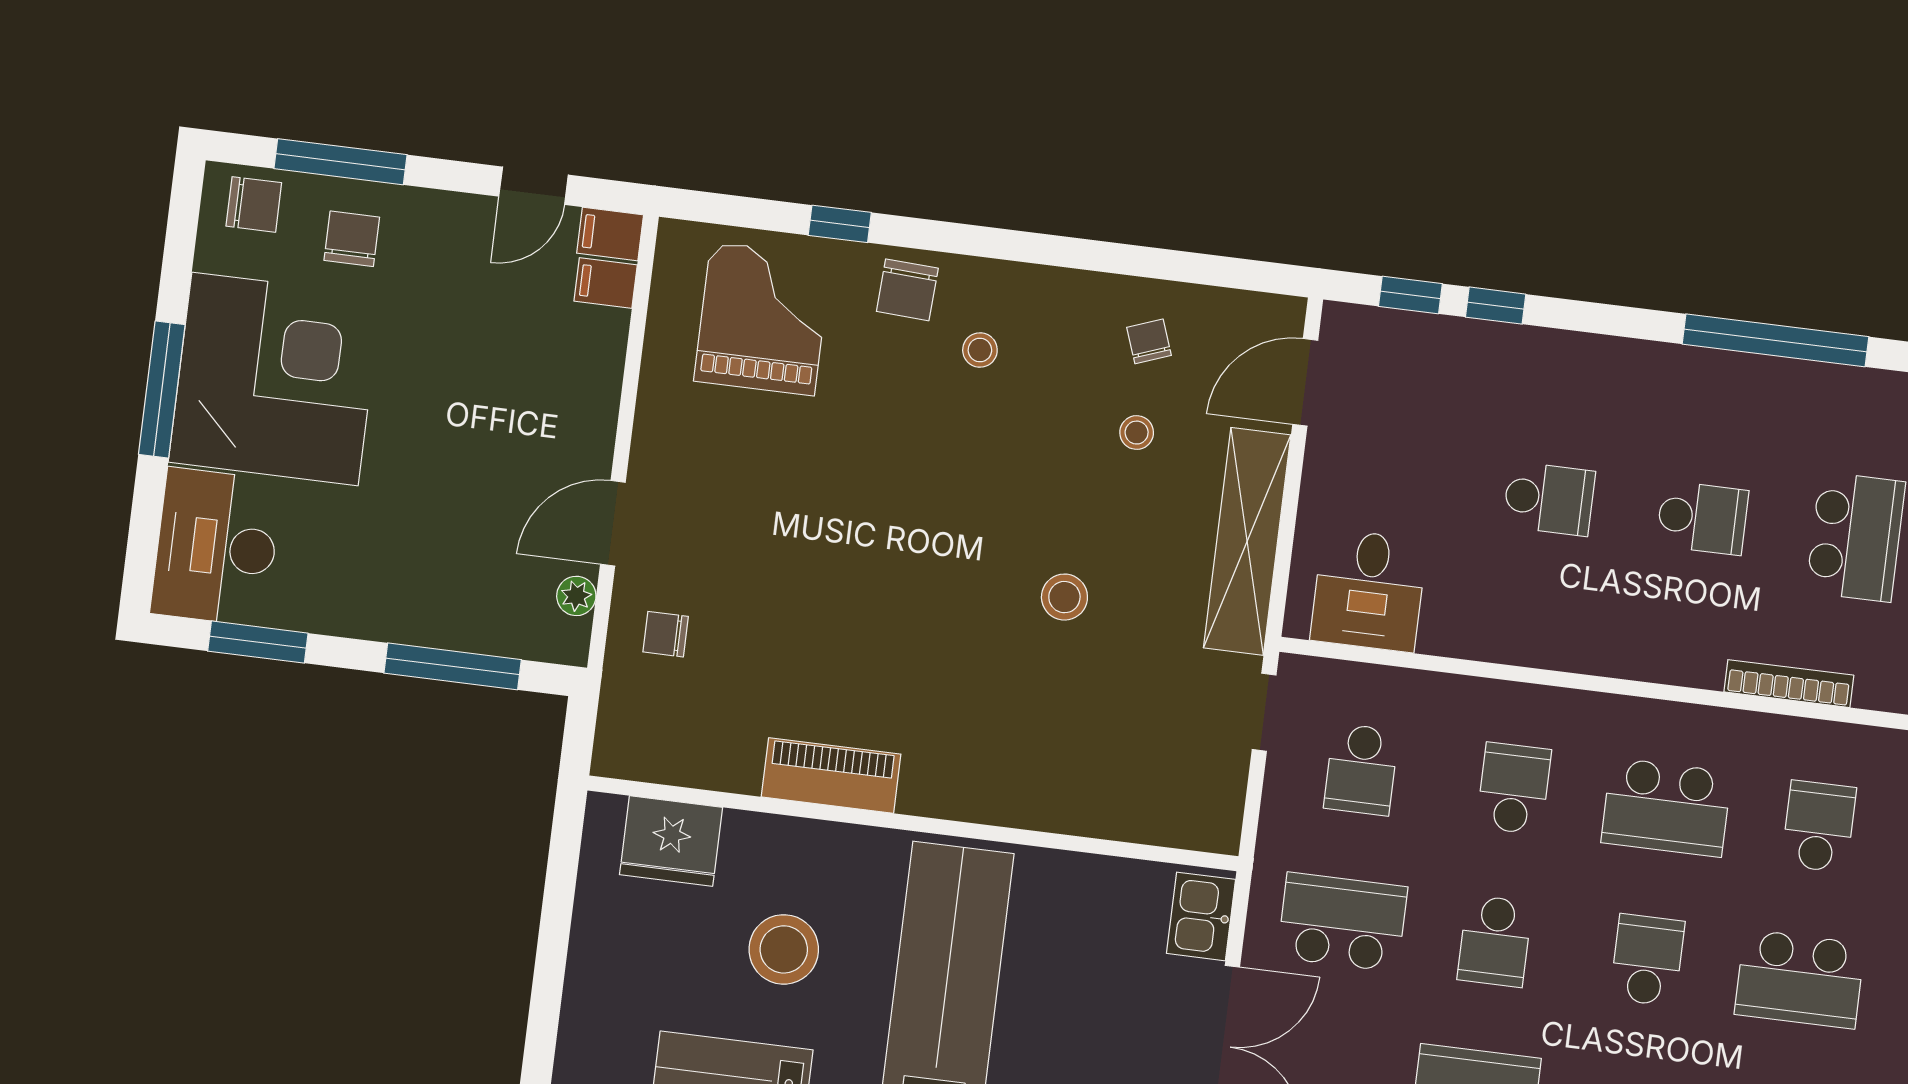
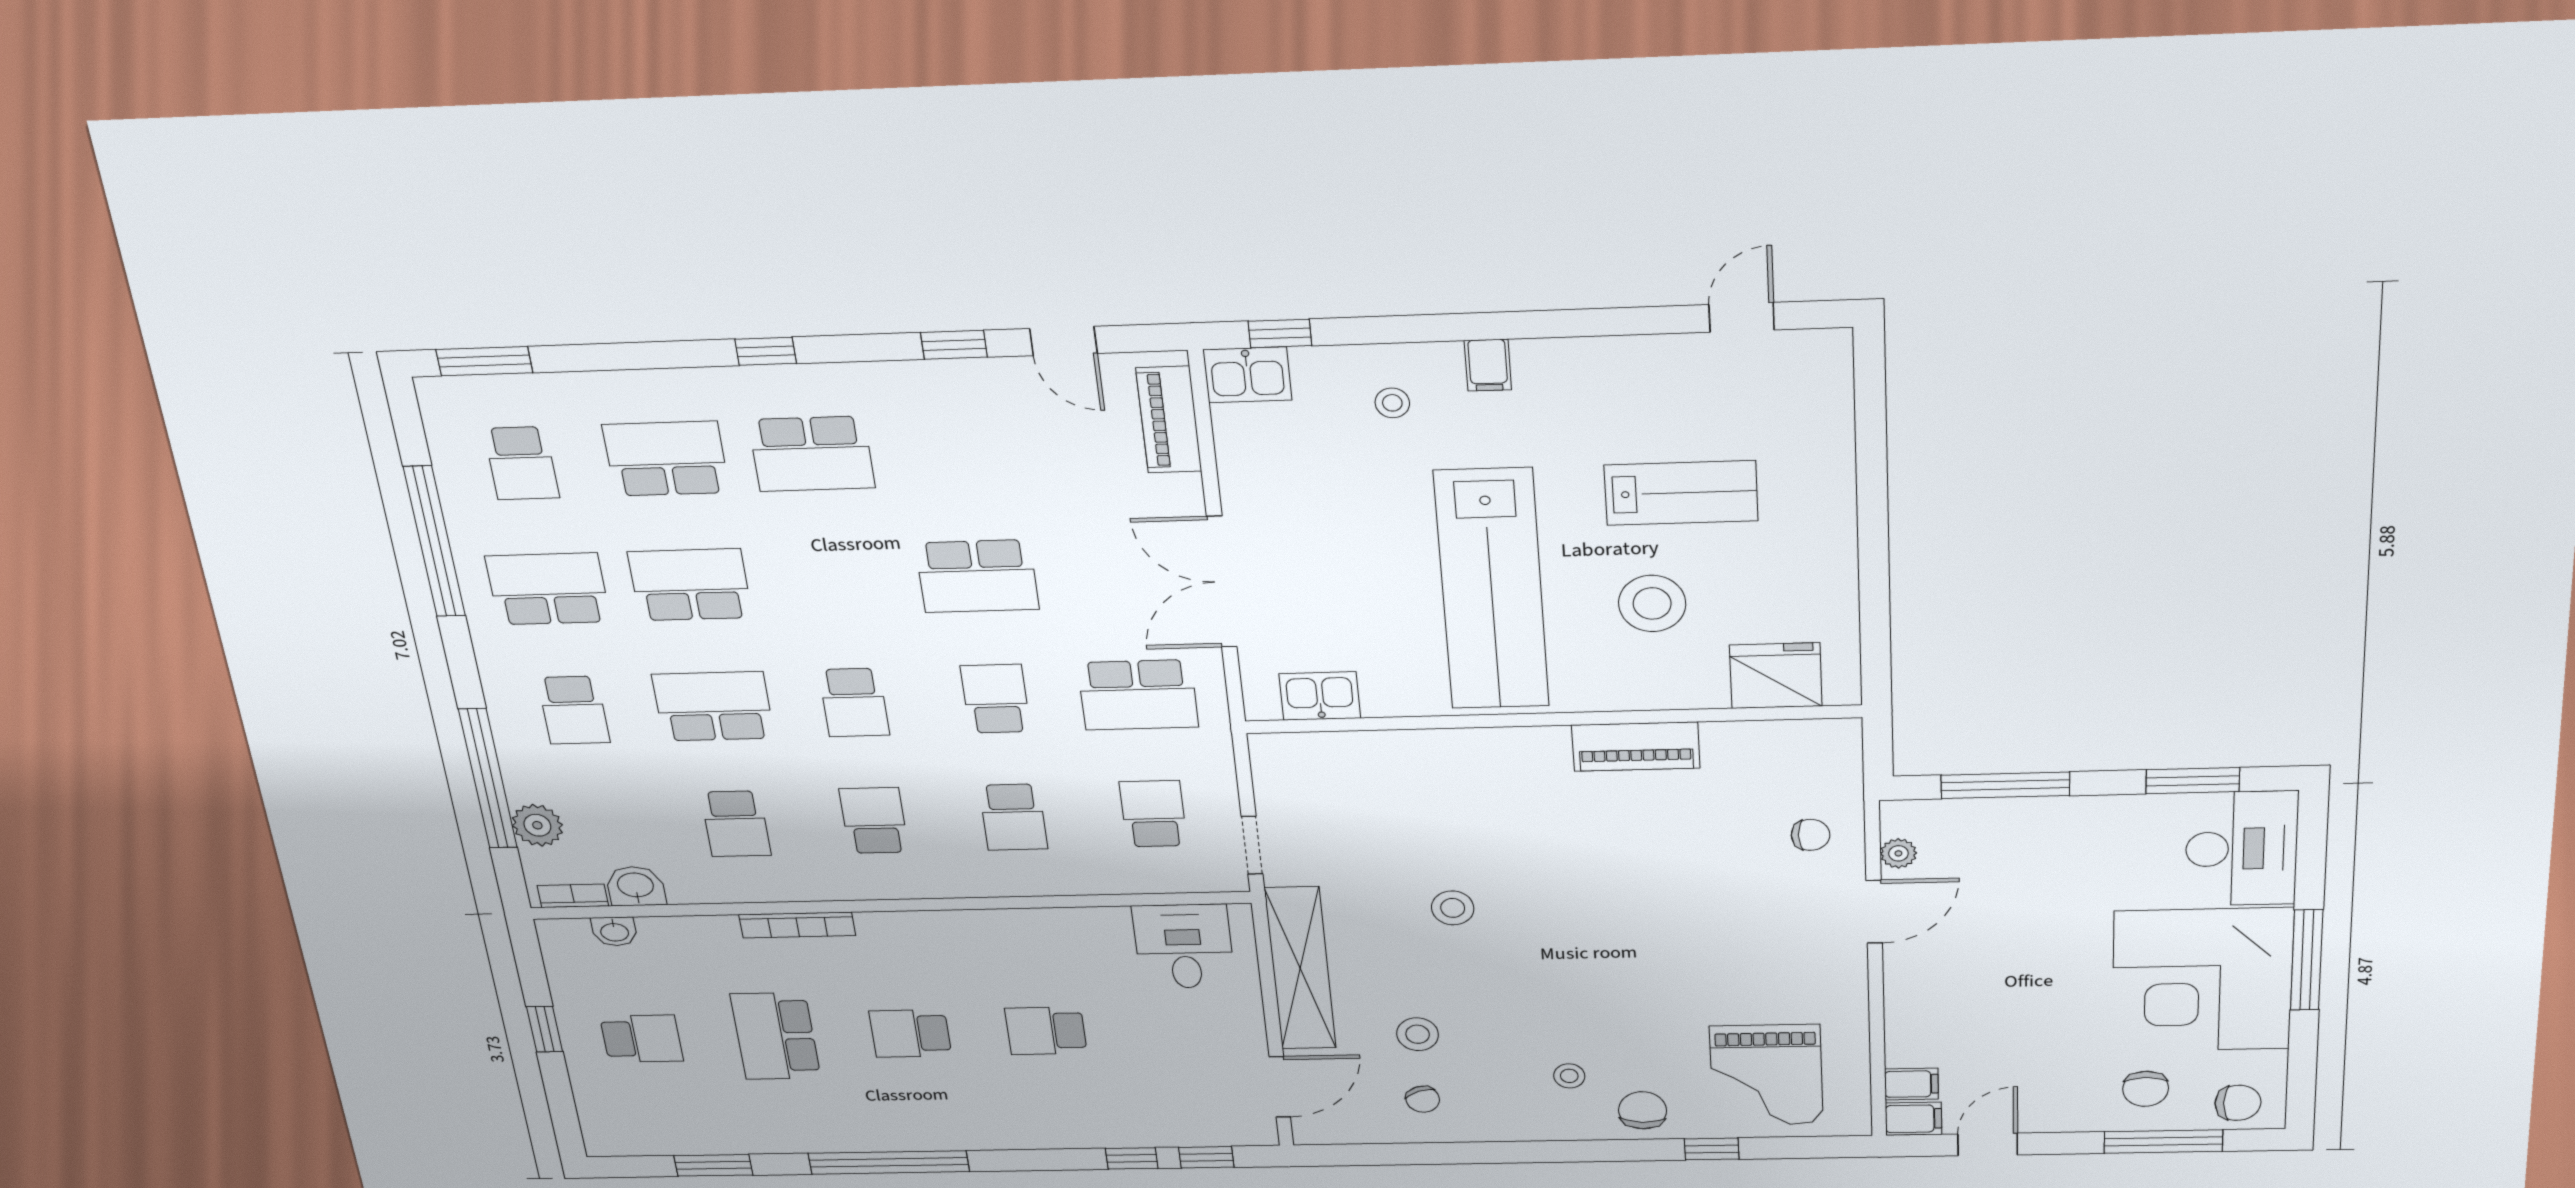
chair: (254, 204) -> (2238, 1103), turned 180
stool: (1137, 433) -> (1418, 1034), width x1.37, depth x1.37
school desk: (1666, 807) -> (874, 820), width x0.54
kitchen sink: (1201, 916) -> (1320, 696), moved, turned -90

